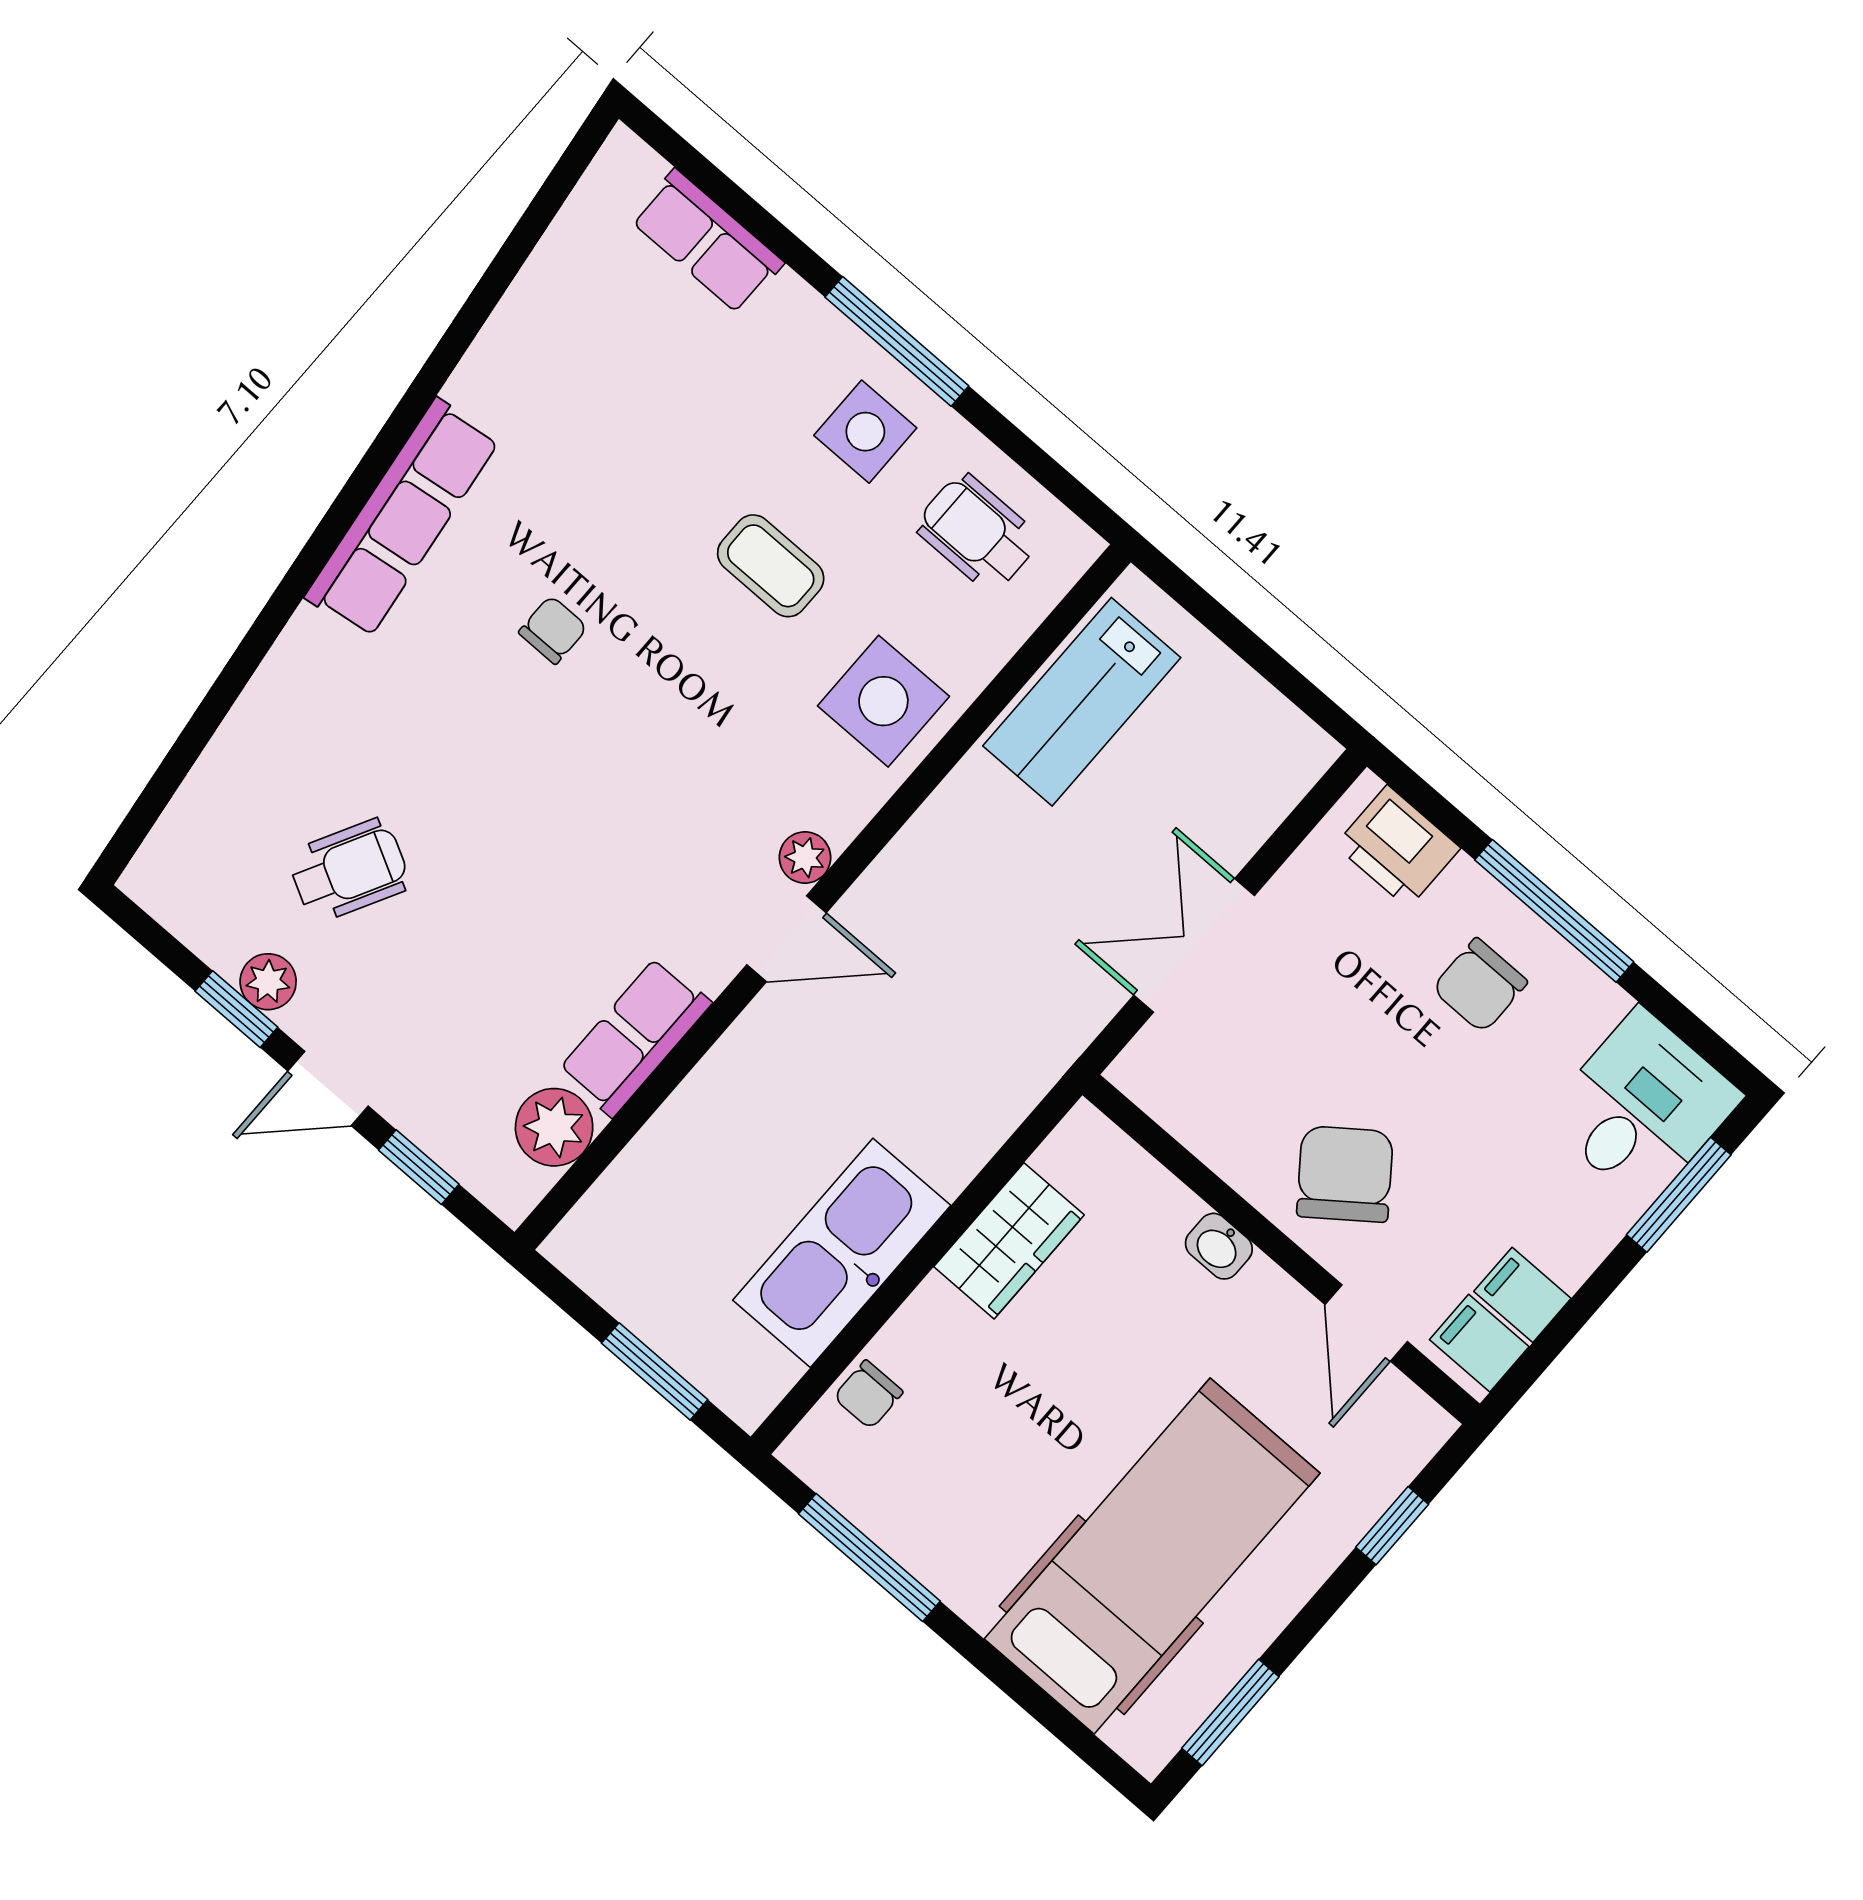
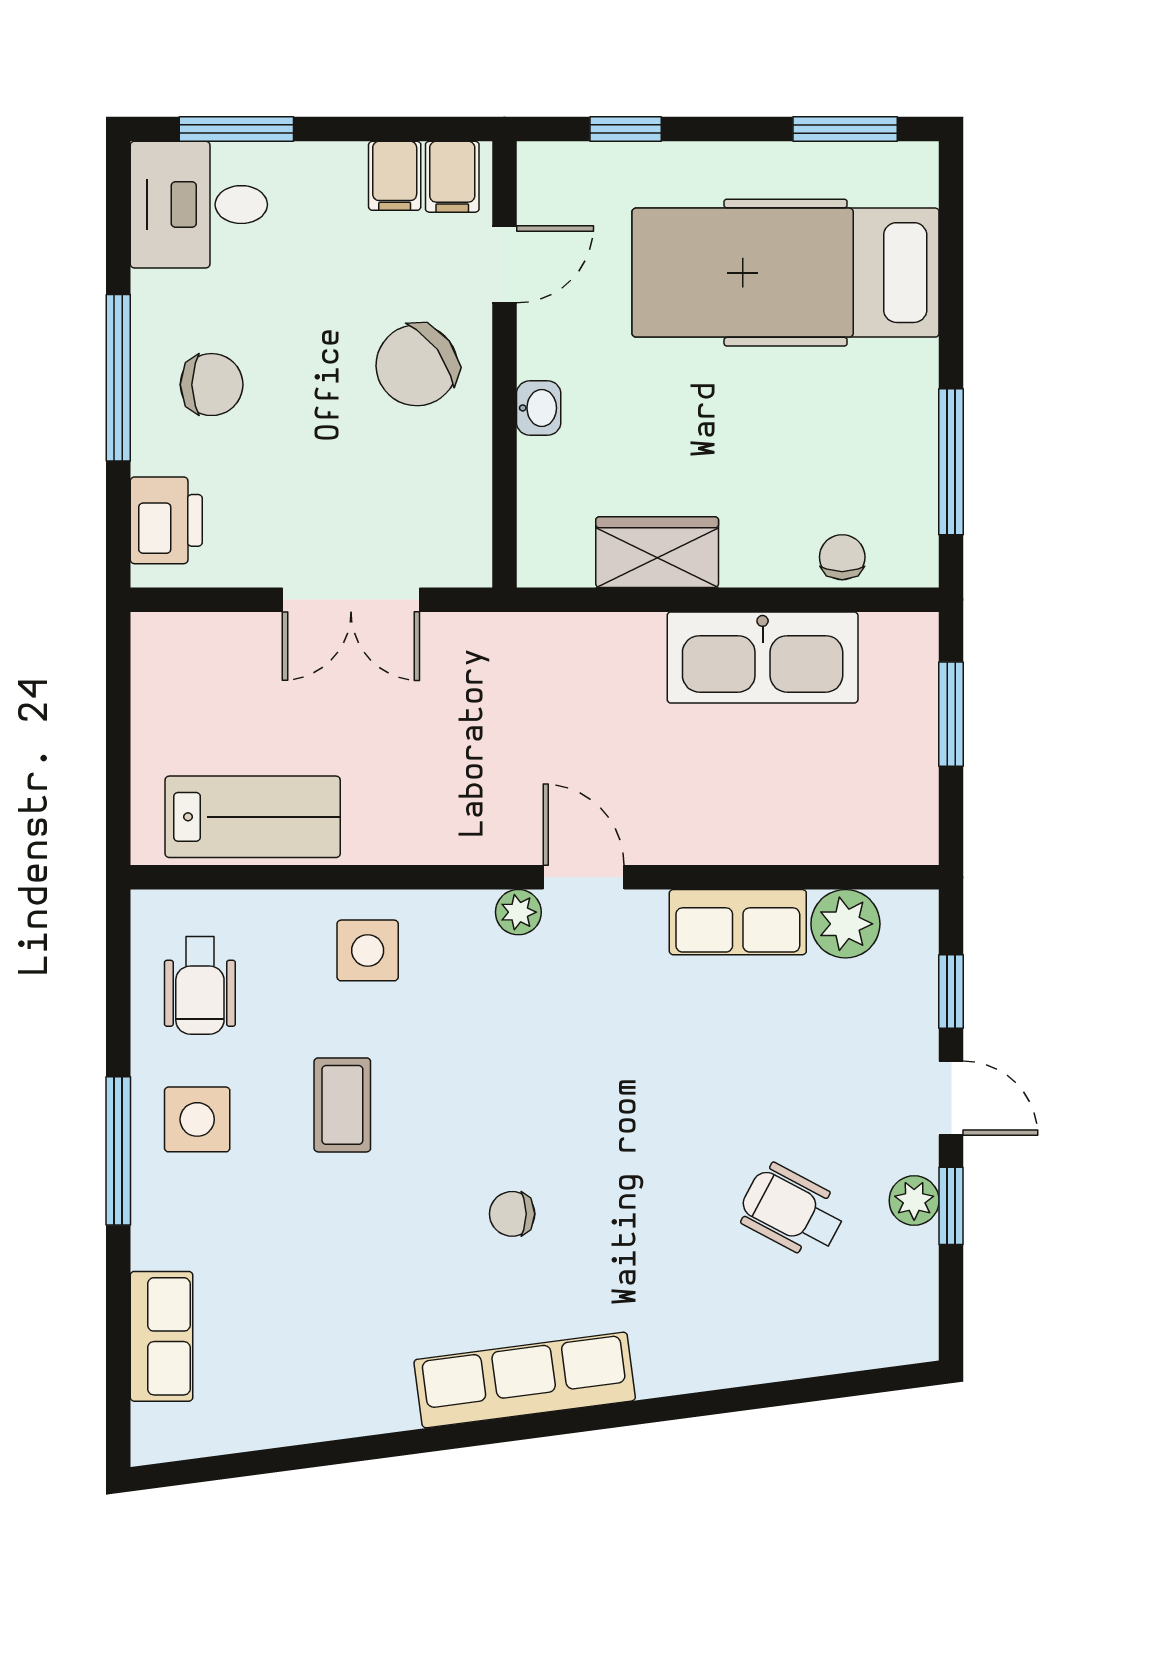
side table: (883, 701) -> (368, 950), width x0.73, depth x0.73
chair: (868, 1395) -> (842, 557), turned -90

